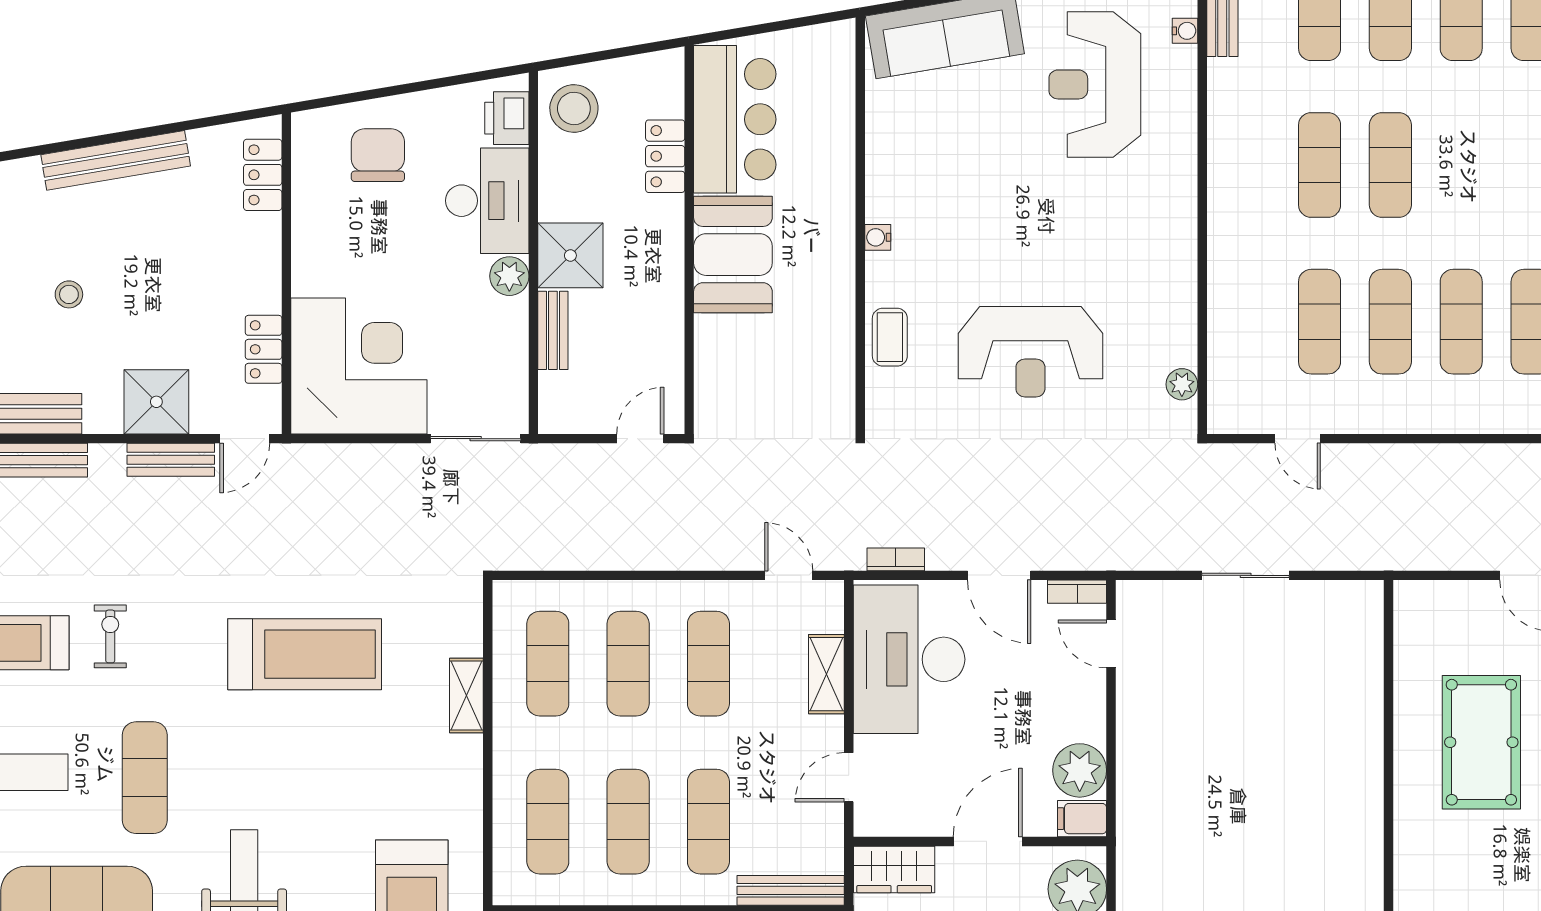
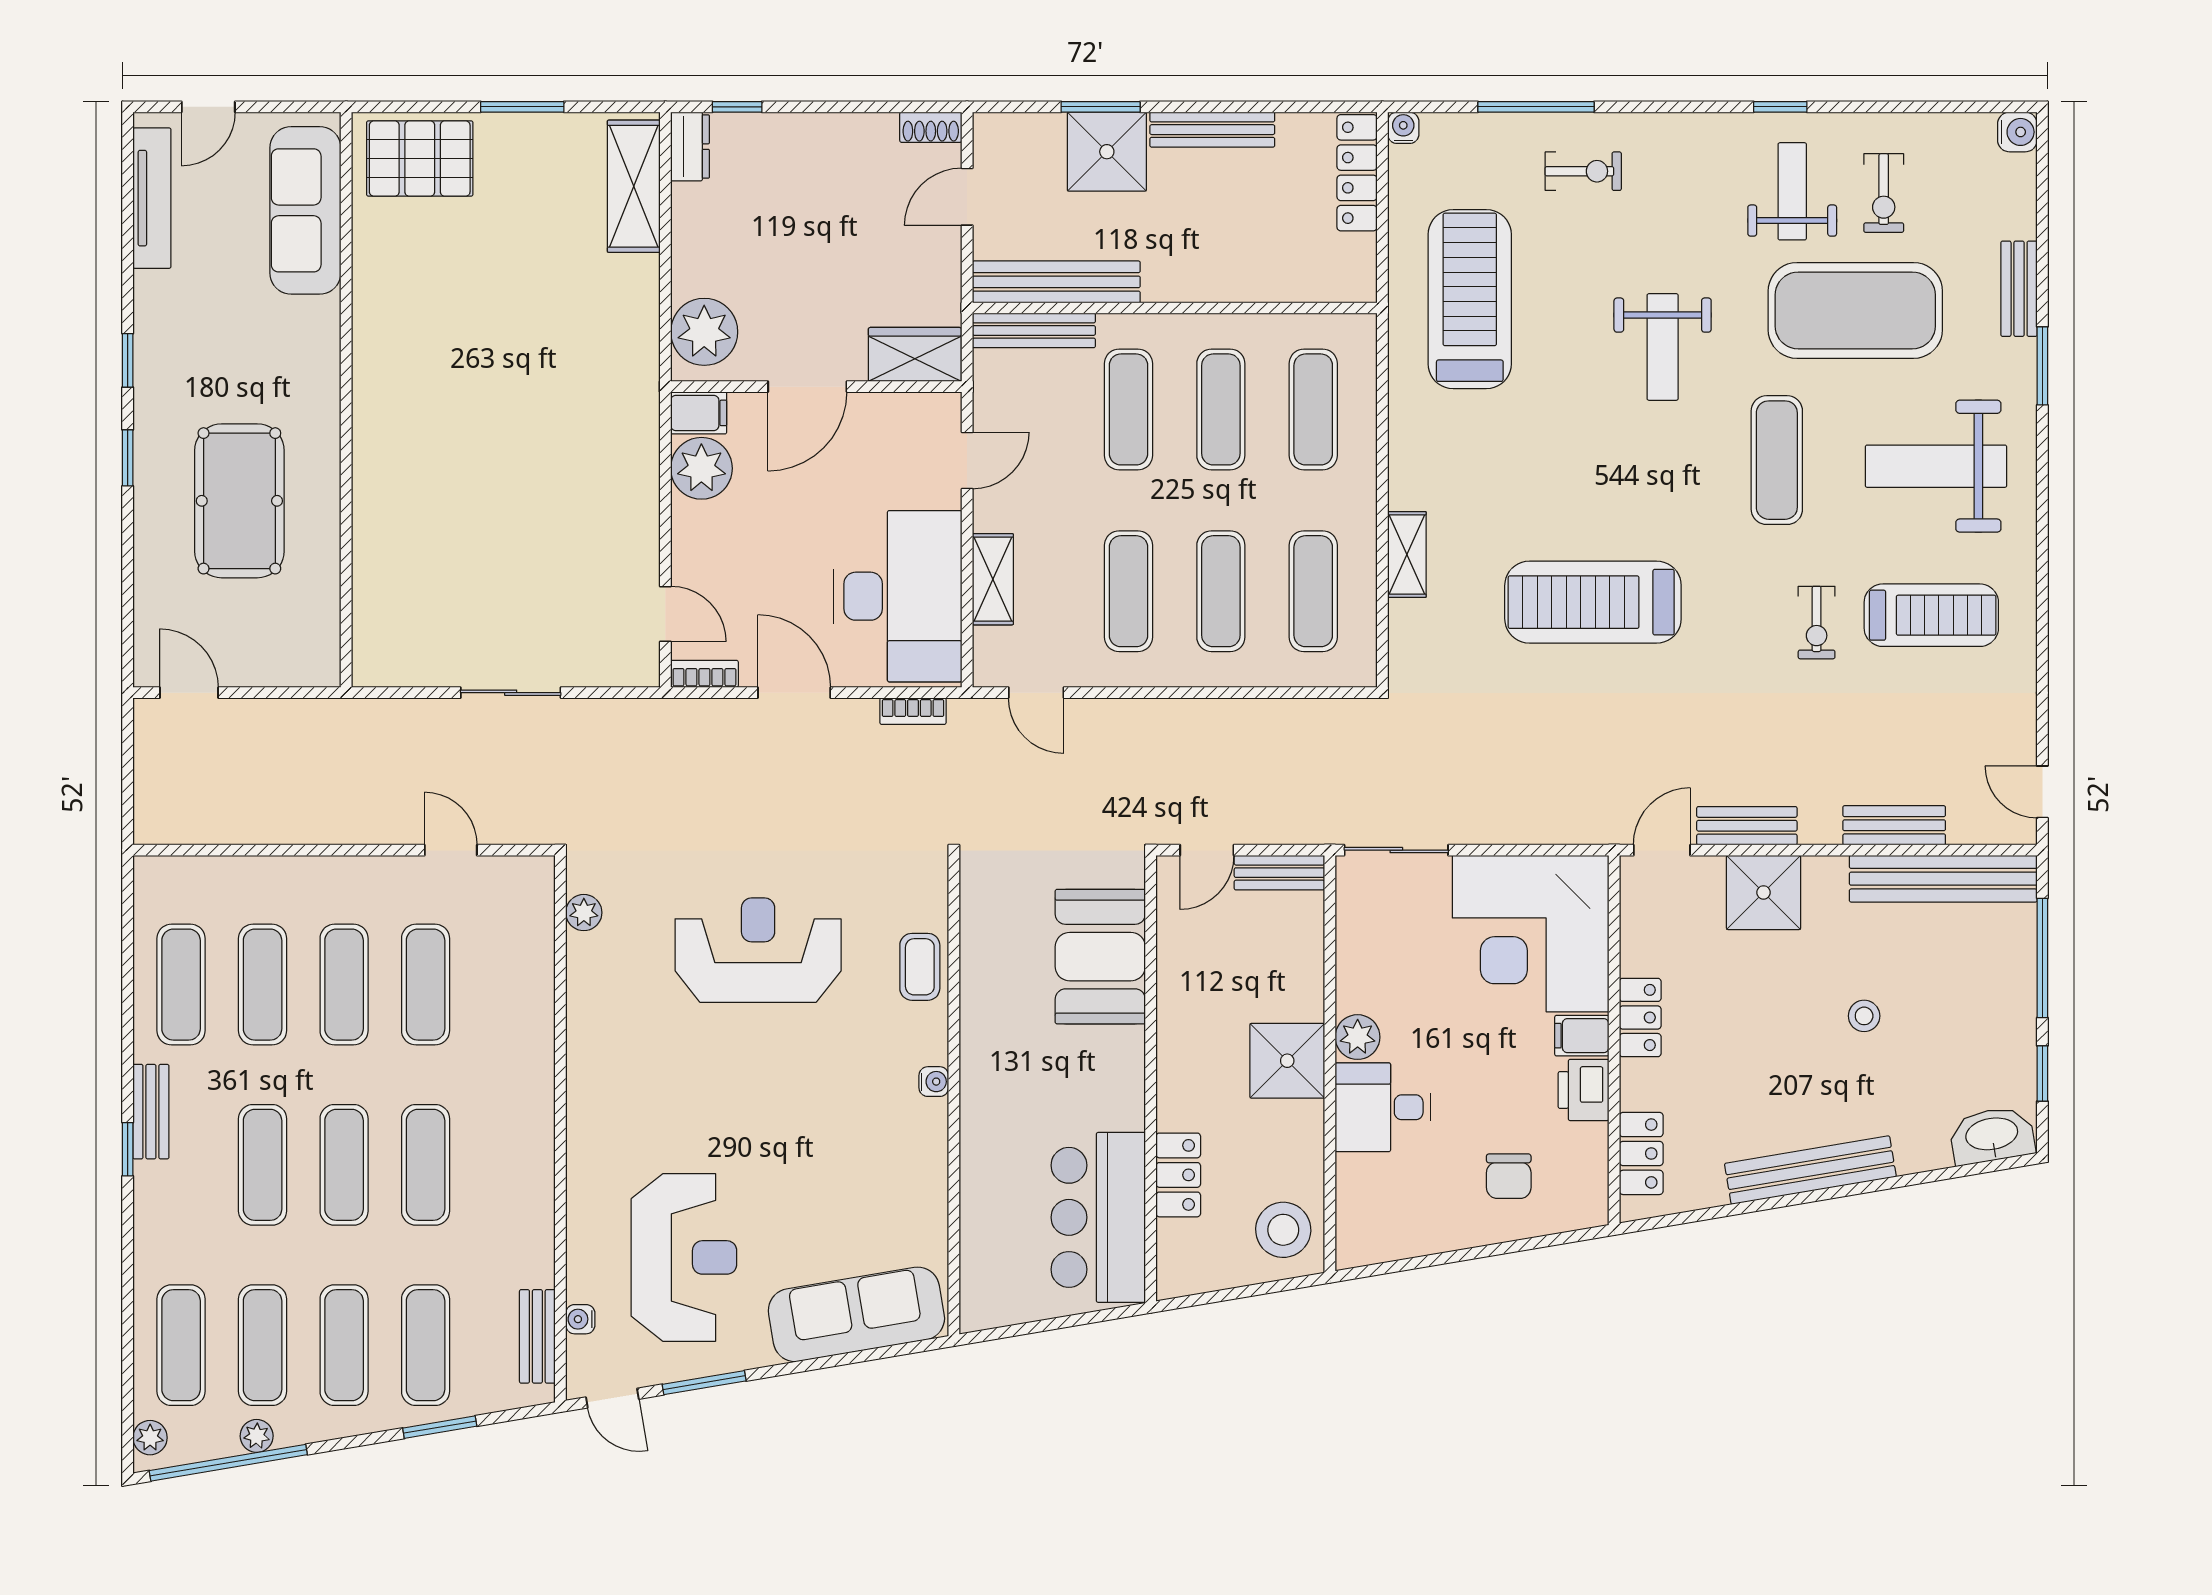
printer: (507, 118) -> (1584, 1090), moved, turned 180
chair: (378, 155) -> (1509, 1176), width x0.73, depth x0.73
exercise mat: (1461, 165) -> (263, 1165), added
desk: (487, 201) -> (1383, 1107), width x0.73
booth: (733, 255) -> (1100, 957), moved
filing cabinet: (314, 277) -> (1582, 1036), added
bench: (553, 330) -> (1279, 873), moved, turned 90
locker: (264, 349) -> (1640, 1017), moved

